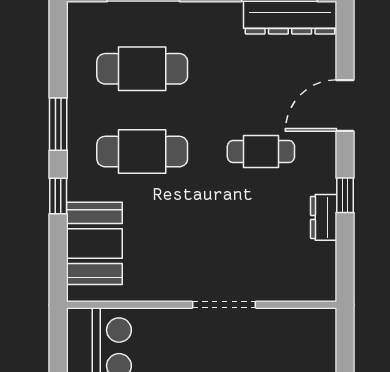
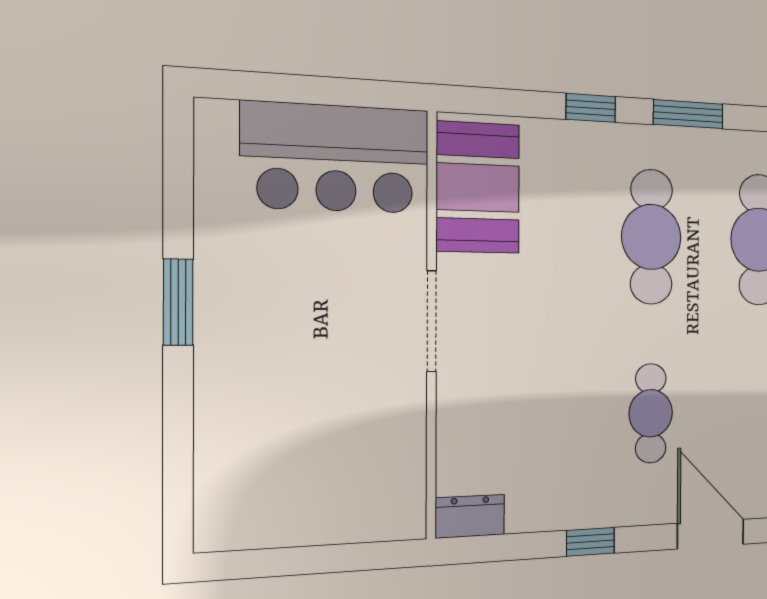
dresser: (324, 217) -> (470, 516), moved
booth: (94, 243) -> (478, 188), moved, turned 90
doorway: (224, 305) -> (431, 321), moved

